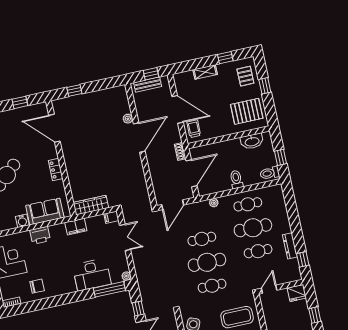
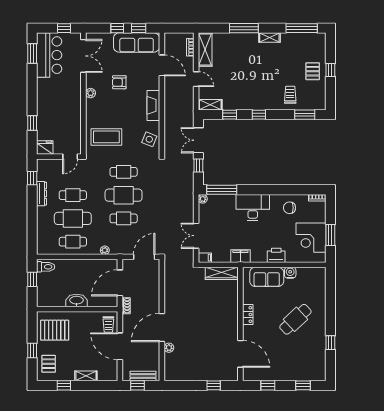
washbasin: (252, 141) -> (77, 300), moved
toilet: (236, 179) -> (79, 268), removed
desk: (92, 275) -> (253, 207), moved

